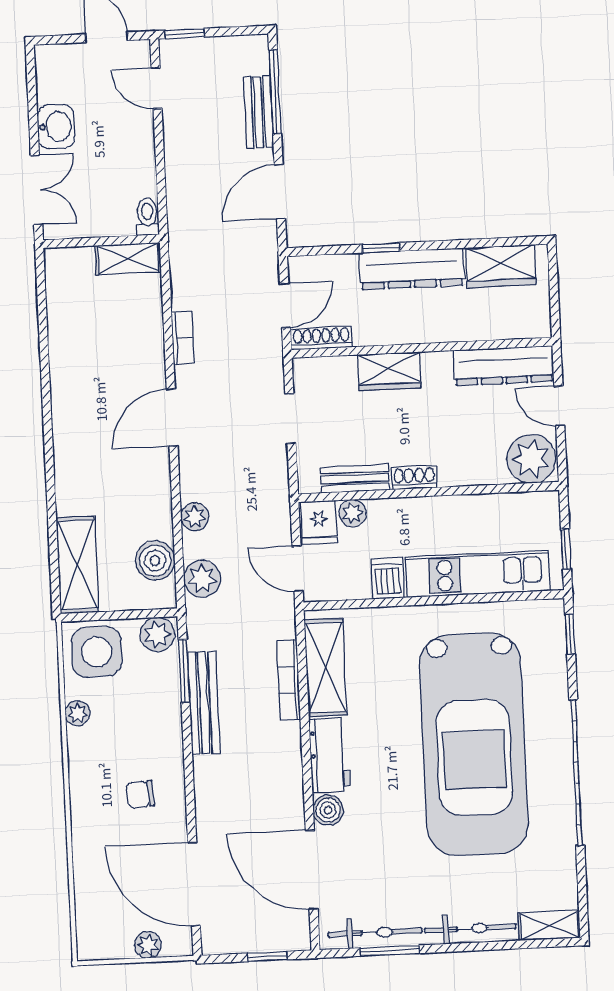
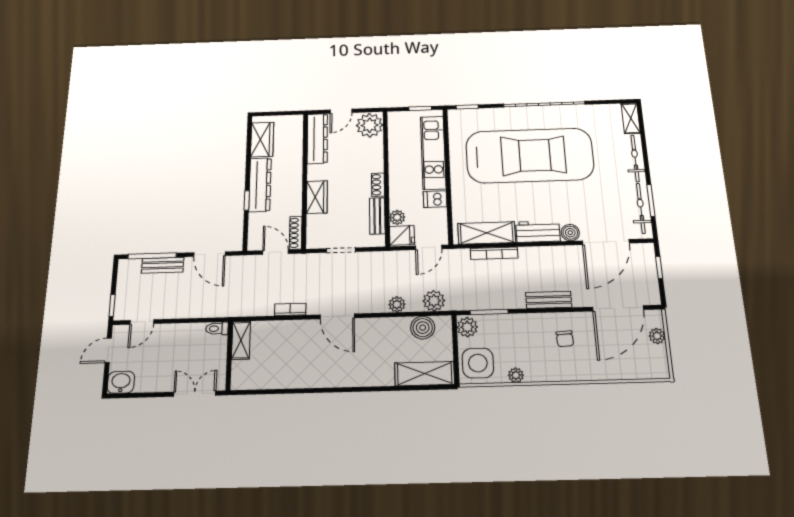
washbasin: (56, 127) -> (121, 382), moved
bench: (204, 703) -> (549, 300), moved, width x0.73

